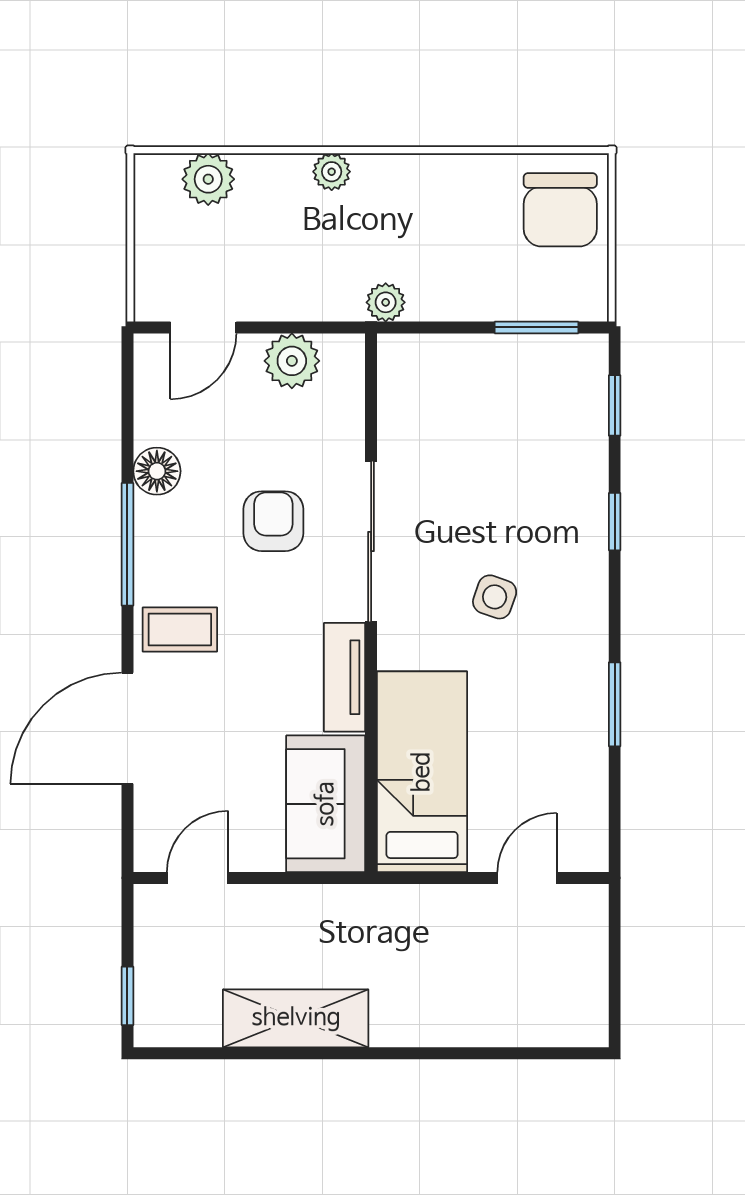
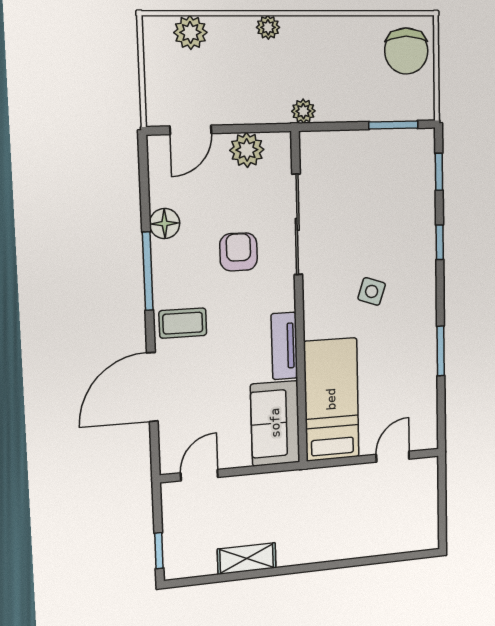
sliding door: (371, 542) -> (297, 224), moved
shelving: (296, 1018) -> (247, 559), width x0.67, depth x0.75

